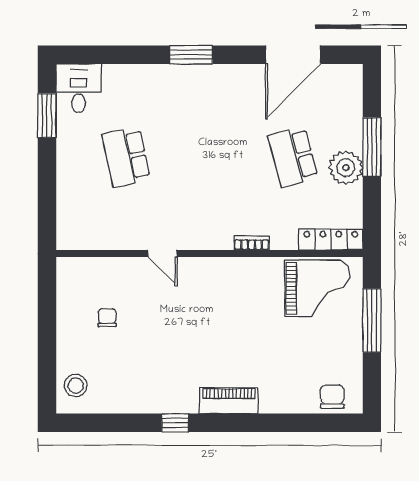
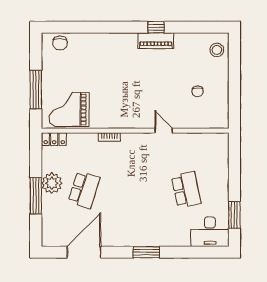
desk: (79, 88) -> (210, 232), width x1.37
school desk: (293, 157) -> (84, 190), turned 33
locker: (331, 239) -> (54, 139), width x0.66
piano: (229, 401) -> (156, 41), moved

